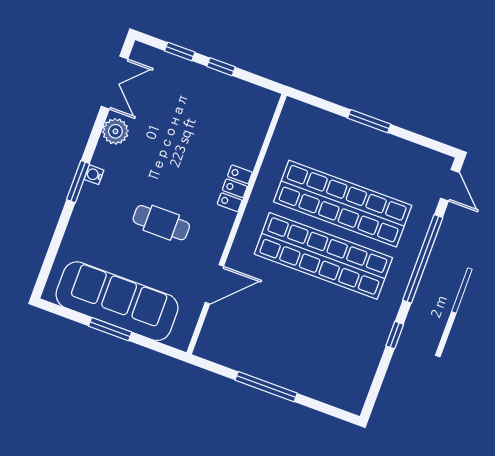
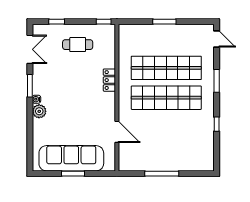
window: (221, 67) -> (104, 22), moved
plant: (115, 131) -> (39, 111), moved
window: (78, 182) -> (30, 86), moved
cafe table: (161, 223) -> (78, 45), moved
window: (423, 259) -> (217, 81), width x0.47
door: (214, 284) -> (117, 132), hinge flipped

